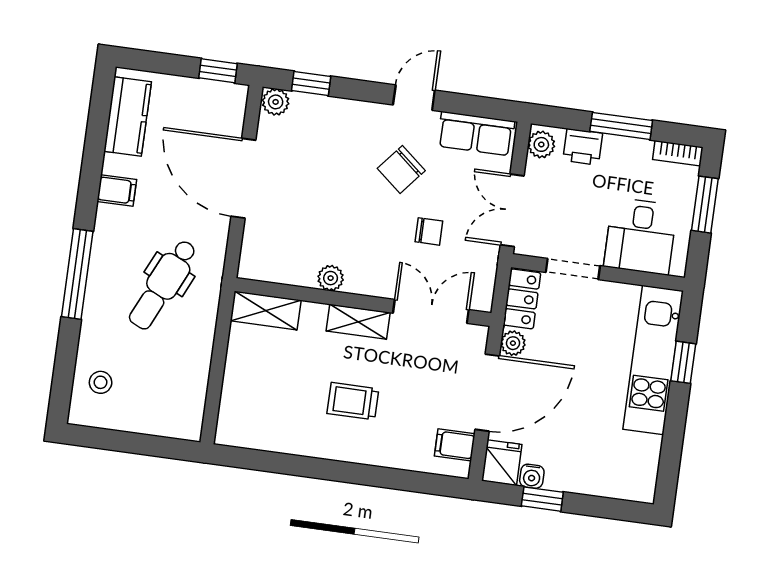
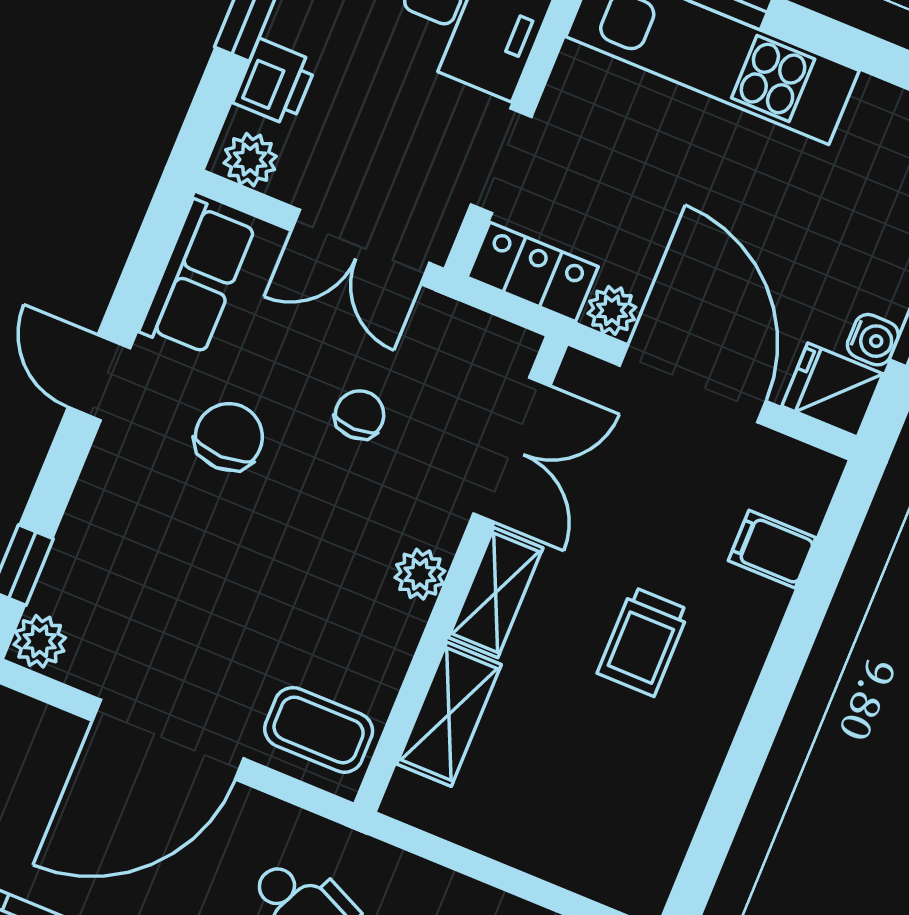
chair: (401, 169) -> (229, 437), turned -130
coffee table: (267, 252) -> (319, 730), added
plant: (331, 278) -> (420, 574), moved
shelving: (266, 311) -> (449, 714), moved
double door: (431, 311) -> (512, 450), swing flipped
filing cabinet: (455, 445) -> (772, 549), moved, turned 90

